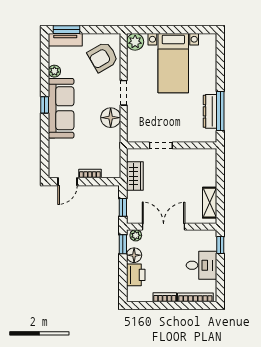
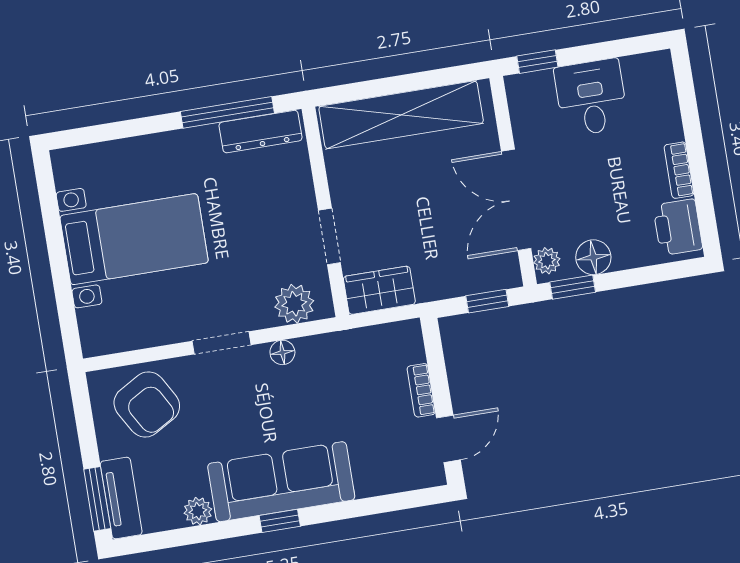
plant: (135, 42) -> (294, 304), moved
dresser: (210, 111) -> (261, 132), moved
floor lamp: (111, 118) -> (282, 352), width x0.53, depth x0.53
wardrobe: (135, 176) -> (379, 290), moved
door: (68, 182) -> (448, 439), hinge flipped
shelving: (210, 203) -> (401, 115), width x2.20, depth x1.33
printer: (136, 275) -> (678, 227), moved, turned -90
bookcase: (195, 297) -> (668, 99), removed

